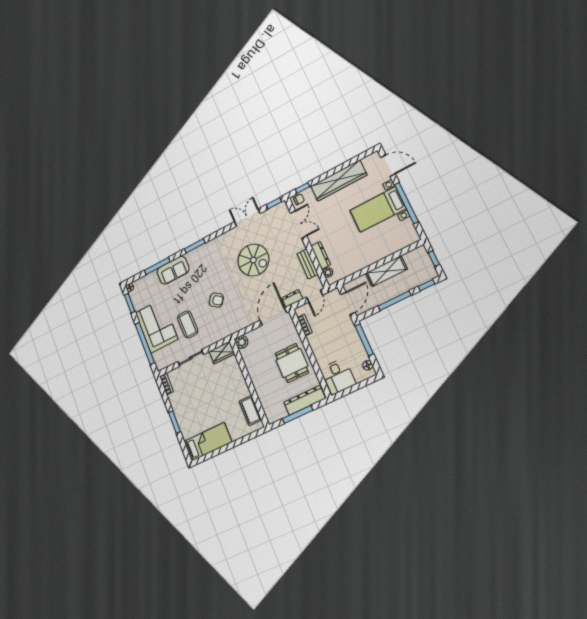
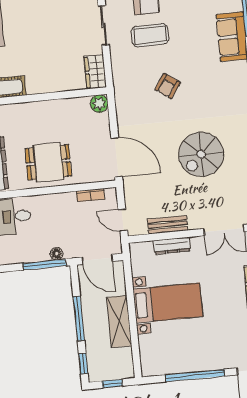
bed with nightstands: (378, 209) -> (168, 303), moved, turned 90
plant: (328, 272) -> (146, 248), removed
dresser: (292, 298) -> (131, 190), removed
floor lamp: (368, 365) -> (57, 254), moved

